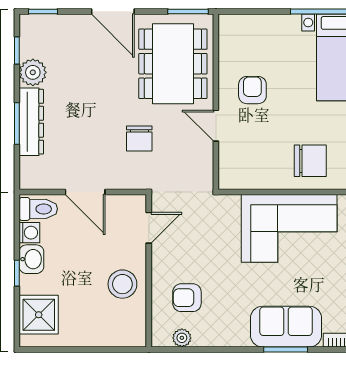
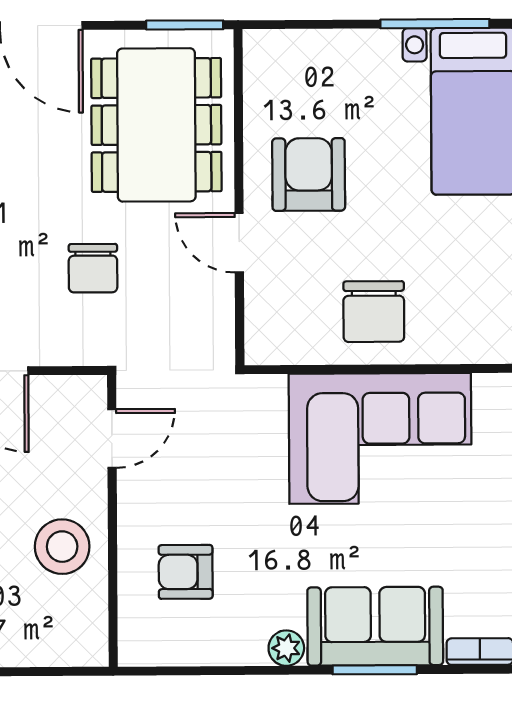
armchair: (252, 90) -> (309, 174), width x1.38, depth x1.38
chair: (310, 161) -> (374, 312), moved, turned 90
plant: (182, 338) -> (286, 648), moved

